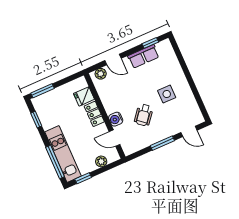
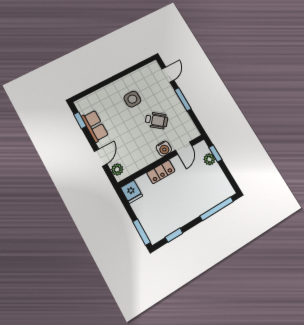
fridge: (84, 96) -> (132, 192), moved
kitchen unit: (63, 154) -> (207, 201), removed
window: (83, 178) -> (215, 153), moved

